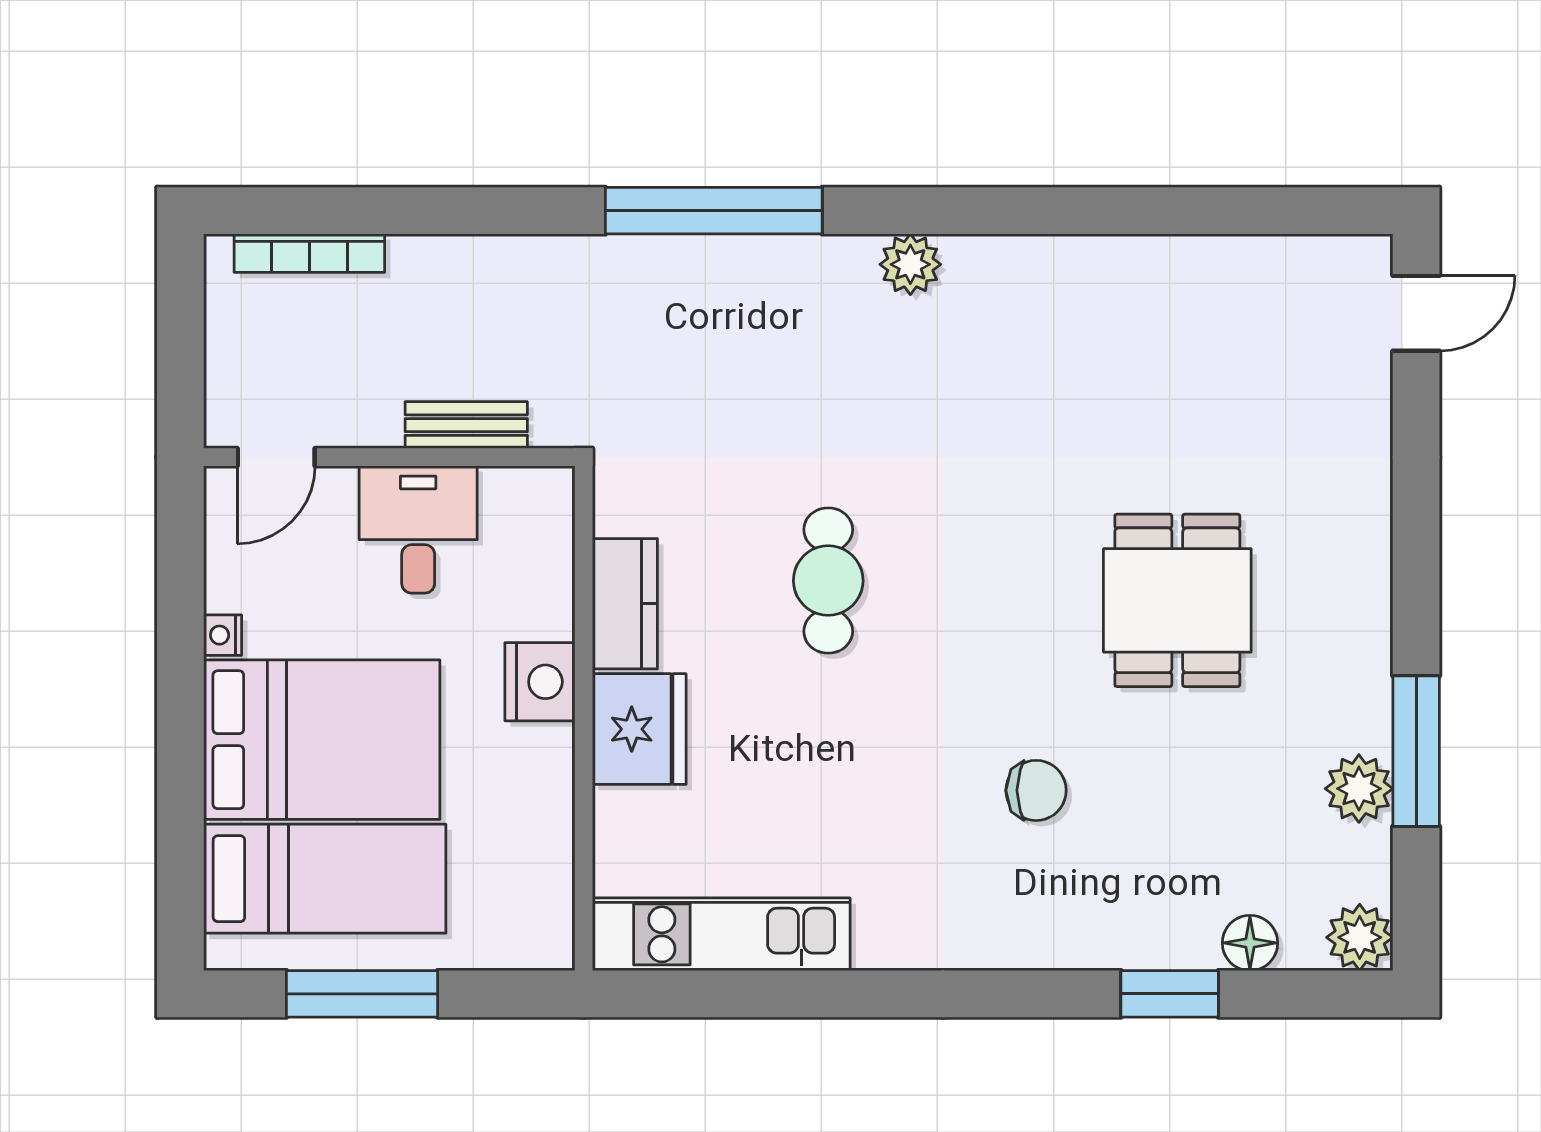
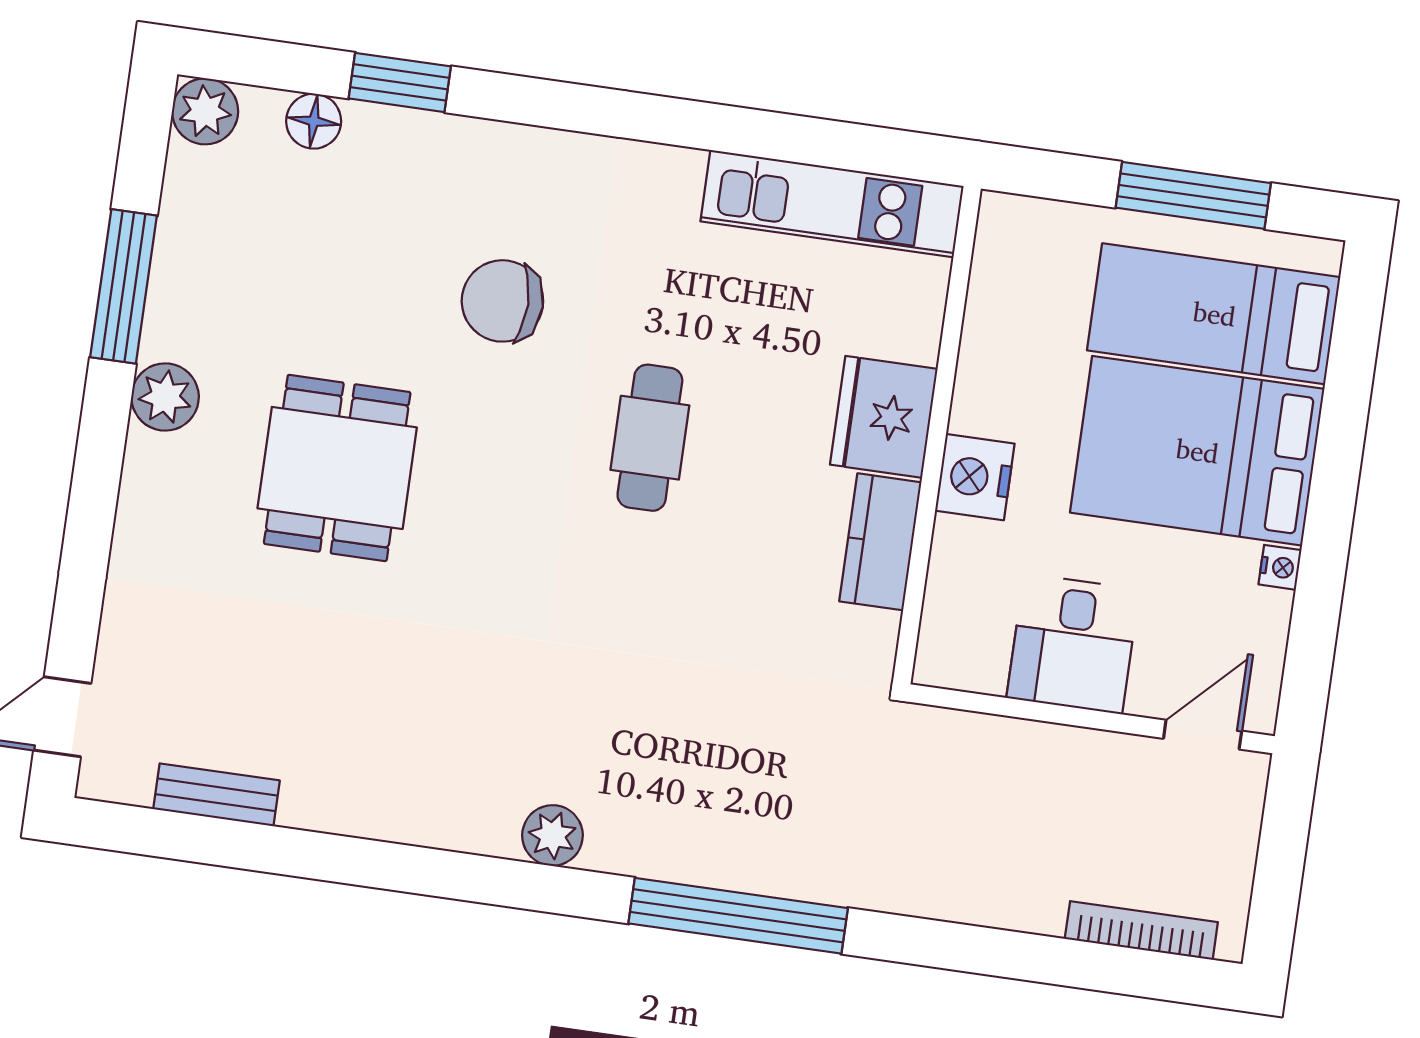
bench: (466, 425) -> (216, 795), moved
cafe table: (828, 581) -> (650, 438), moved
plant: (1359, 789) -> (165, 397), moved
chair: (1036, 790) -> (502, 301), width x1.37, depth x1.37

